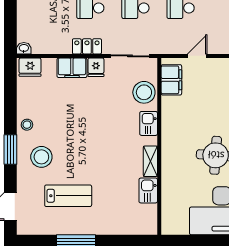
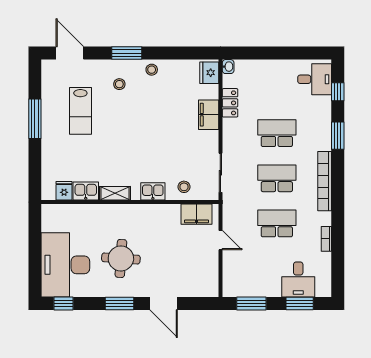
locker: (87, 46) -> (230, 103), moved
fridge: (96, 67) -> (64, 191), moved, turned 90
stool: (144, 92) -> (184, 187), width x0.53, depth x0.53
stool: (41, 157) -> (119, 84), width x0.53, depth x0.53

